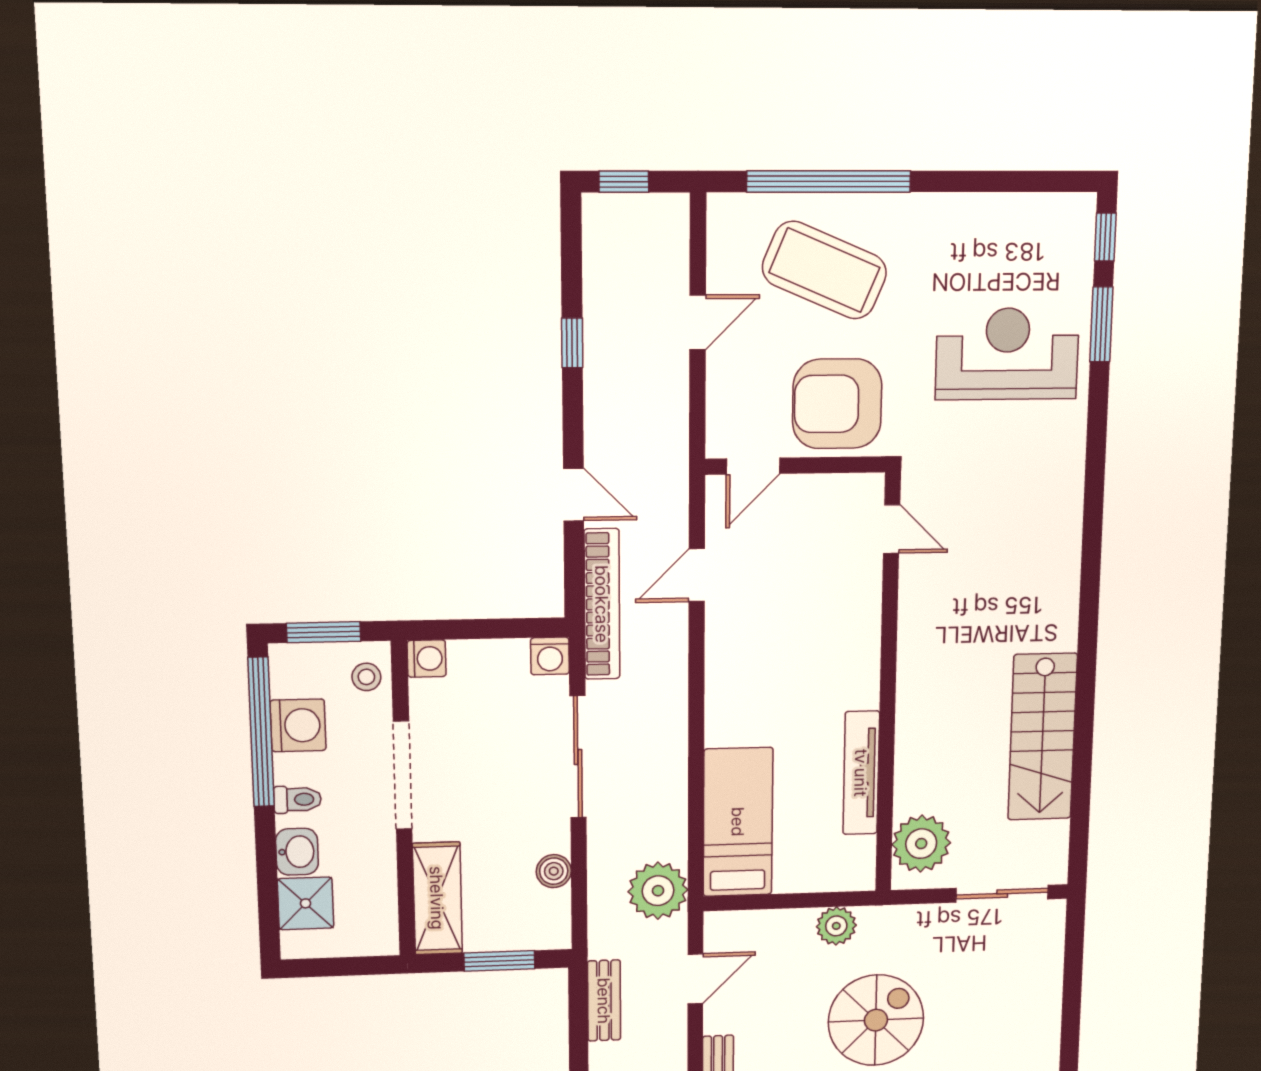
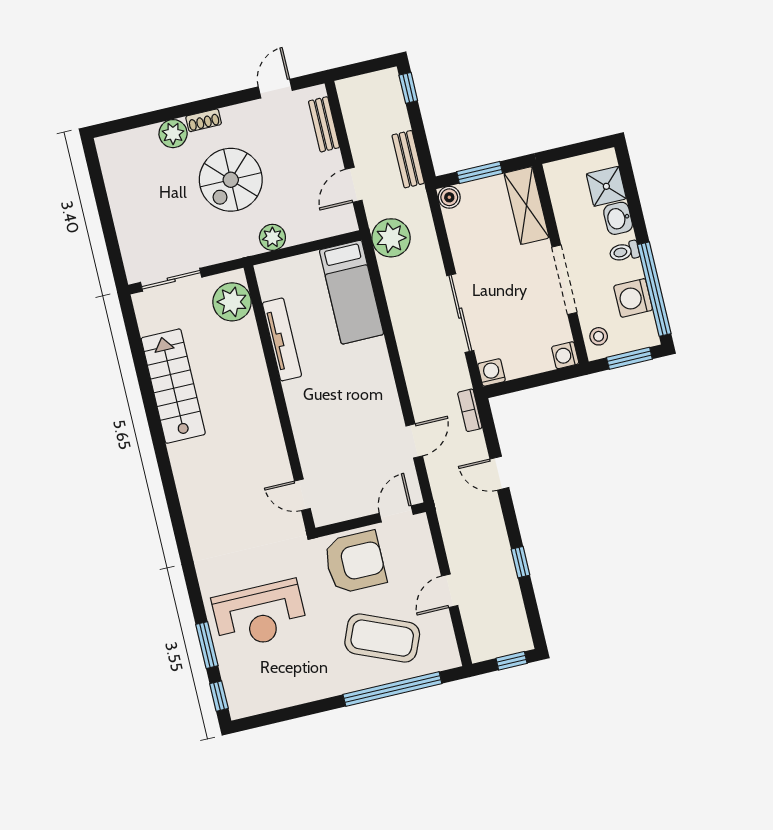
bookcase: (602, 604) -> (470, 410), width x0.43, depth x0.76
boiler: (554, 871) -> (449, 197), moved

